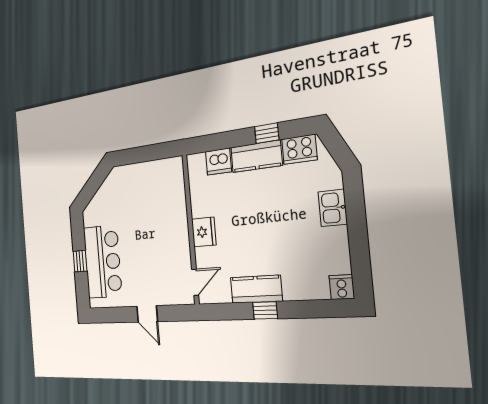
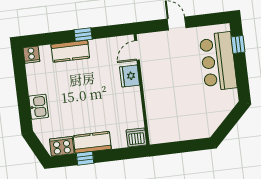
dishwasher: (218, 162) -> (136, 137), moved
fridge: (204, 232) -> (130, 76), moved
window: (80, 261) -> (238, 44), moved
kitchen counter: (256, 289) -> (70, 51), moved

